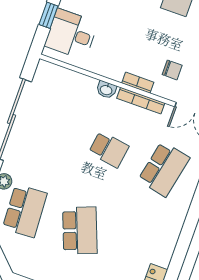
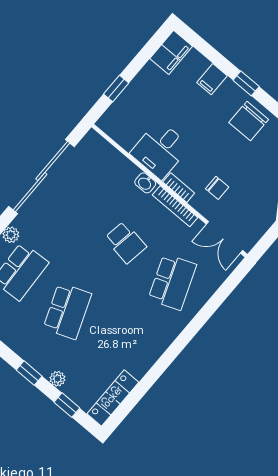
desk: (71, 34) -> (160, 150), moved, turned -90
school desk: (164, 169) -> (172, 282), turned -33

